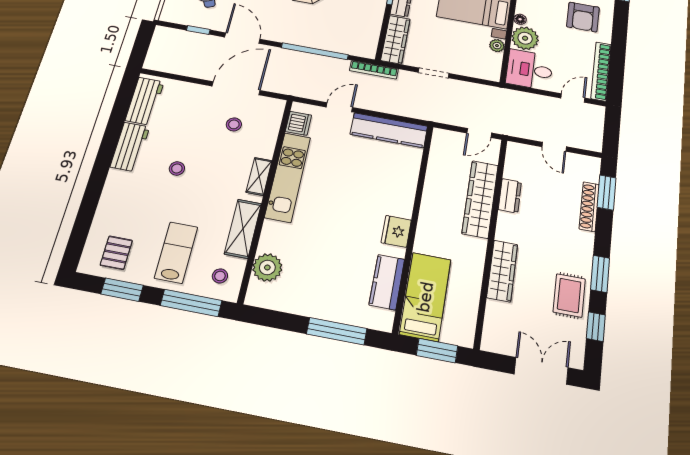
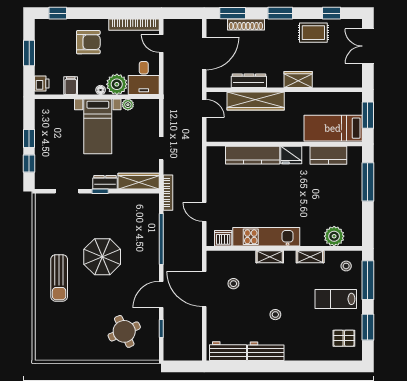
kitchen counter: (389, 130) -> (253, 155), moved, turned 90
door: (554, 147) -> (204, 53), width x1.88
dresser: (510, 196) -> (249, 81), width x1.44
shelving: (243, 229) -> (310, 257), width x0.67, depth x0.75
wardrobe: (502, 271) -> (298, 79), width x0.67
window: (600, 274) -> (280, 13), moved

